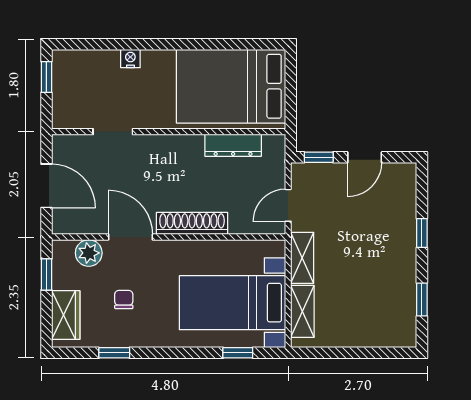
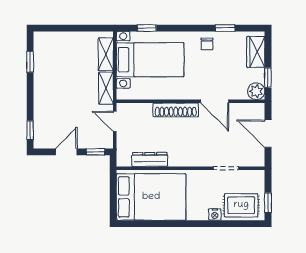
rug: (89, 73) -> (241, 205), added
door: (288, 205) -> (115, 121), swing flipped
window: (422, 233) -> (30, 130), moved
plant: (89, 253) -> (256, 91), moved
chair: (124, 300) -> (207, 44), moved

